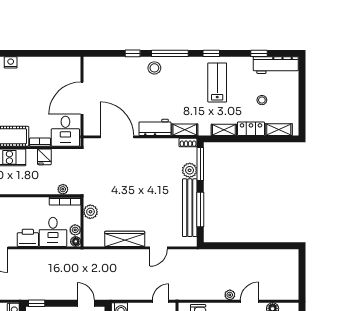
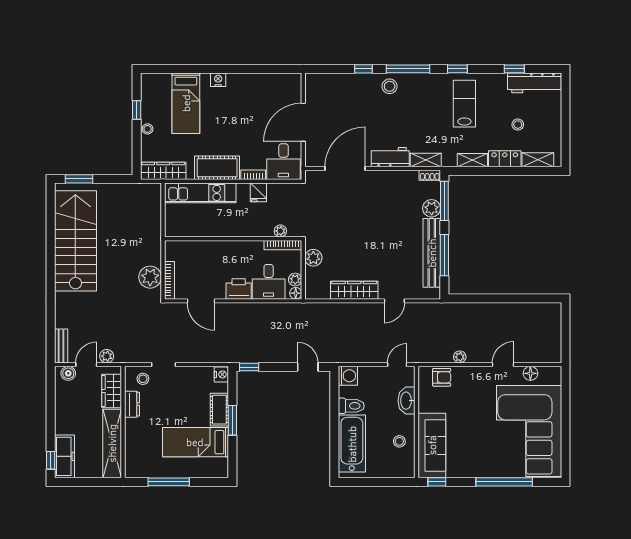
door: (117, 137) -> (345, 169), hinge flipped
plant: (230, 295) -> (460, 357), moved

